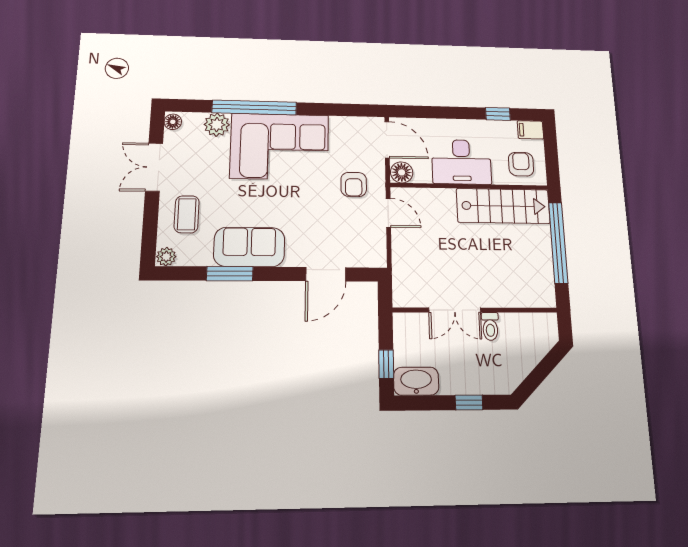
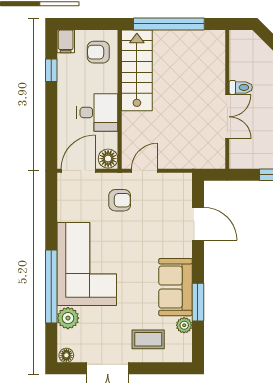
desk: (461, 162) -> (97, 112), width x0.73
plant: (166, 257) -> (184, 325), moved

